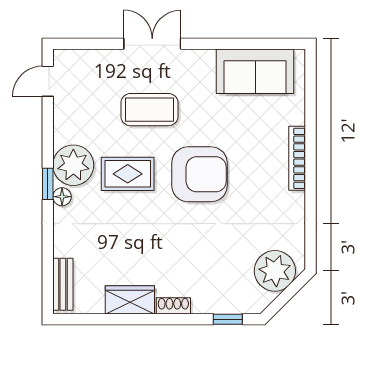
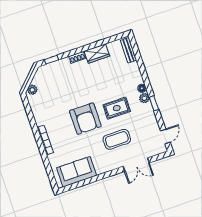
double door: (152, 44) -> (136, 165), moved
plant: (73, 165) -> (144, 98), width x0.53, depth x0.53
armchair: (200, 174) -> (85, 119), turned -90
window: (48, 184) -> (154, 103), moved
plant: (275, 271) -> (32, 90), width x0.53, depth x0.53

